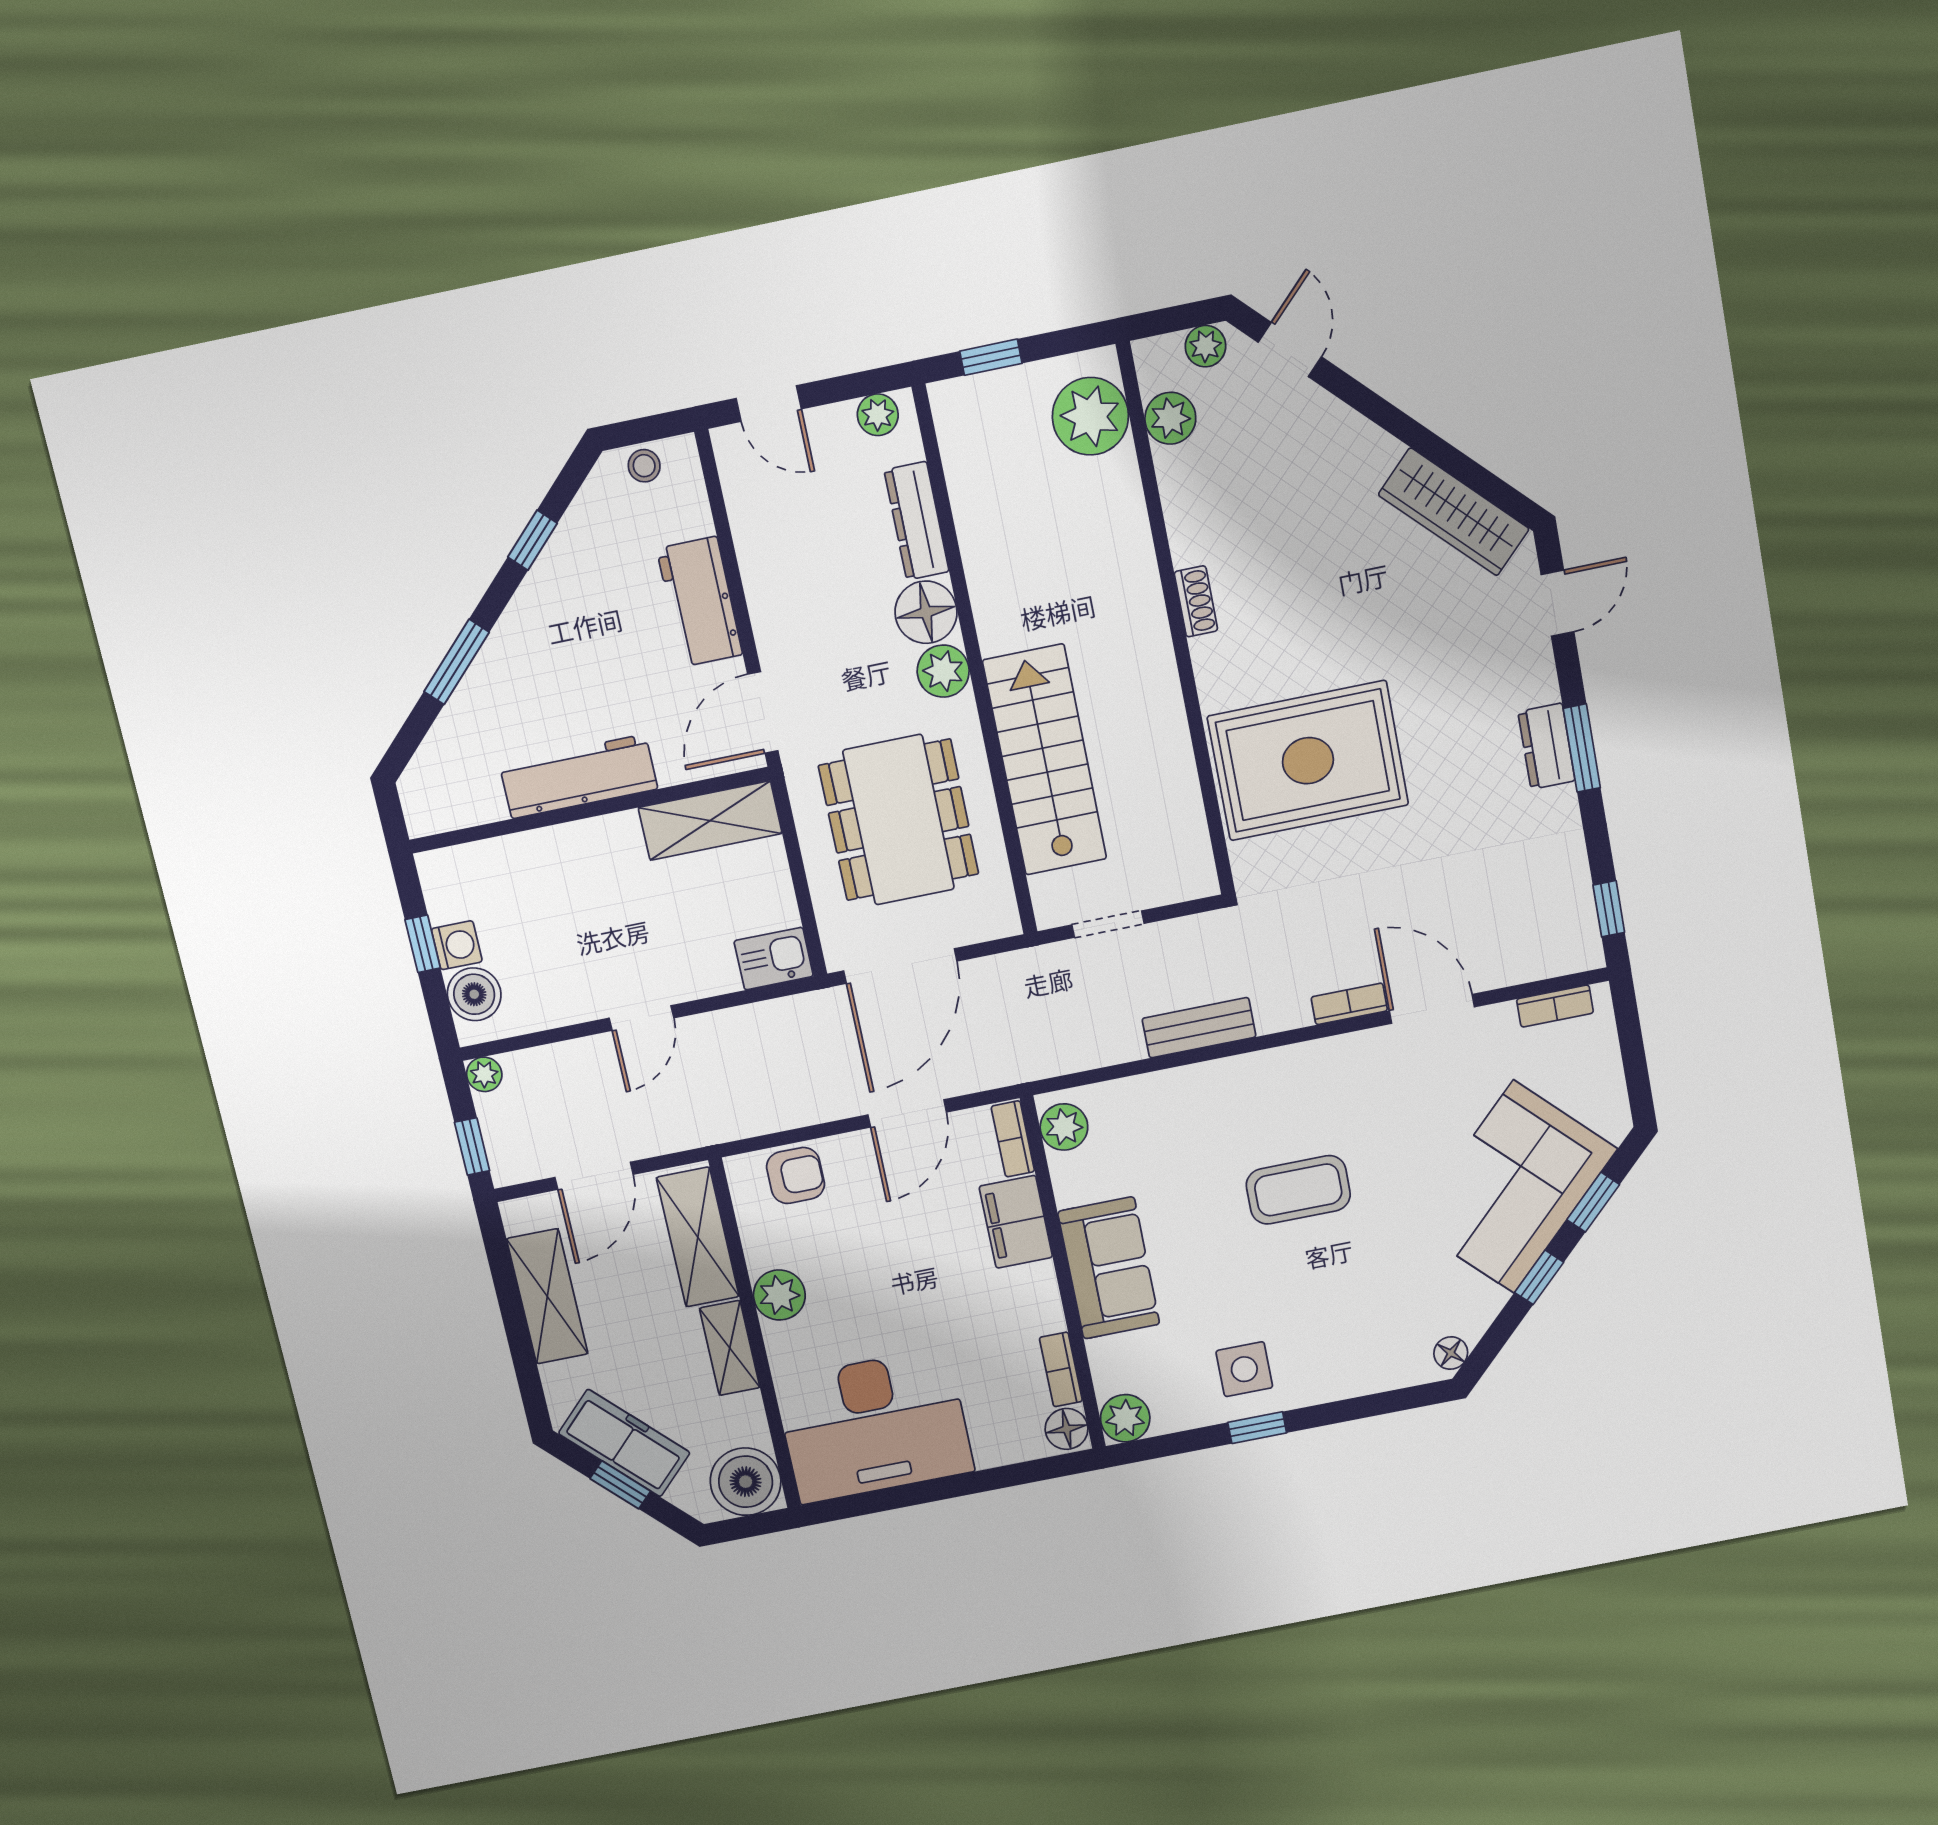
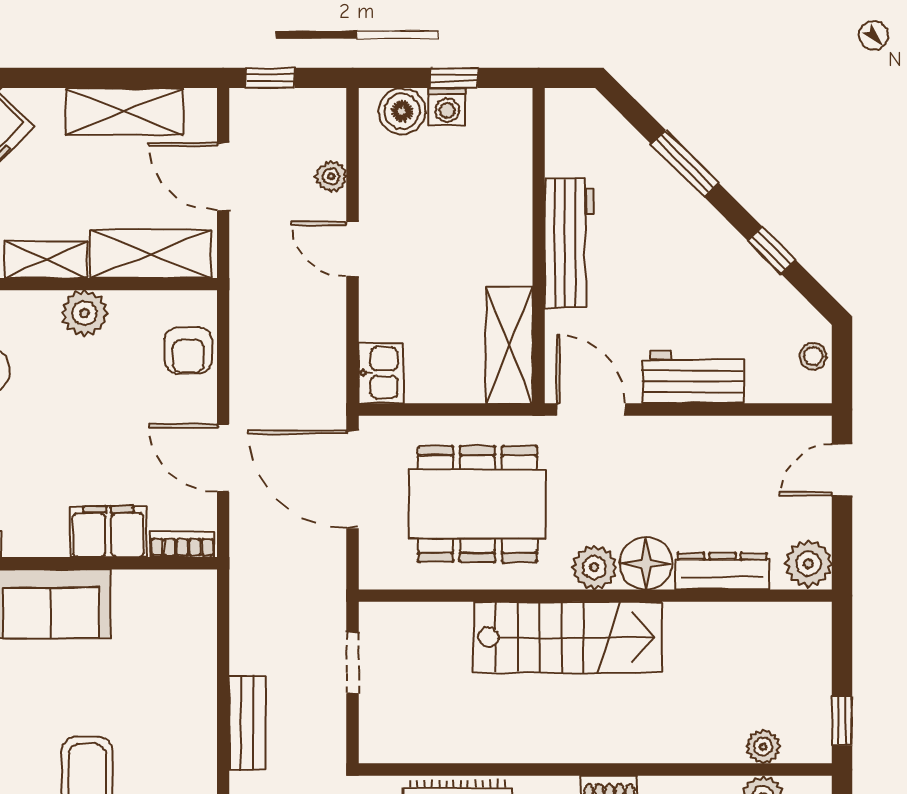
window: (991, 357) -> (842, 720), moved
plant: (878, 415) -> (808, 564), width x1.38, depth x1.38
plant: (1090, 416) -> (763, 746), width x0.53, depth x0.53
stairs: (1045, 760) -> (568, 637), moved
plant: (484, 1074) -> (331, 176), moved
plant: (1064, 1127) -> (184, 590), removed

